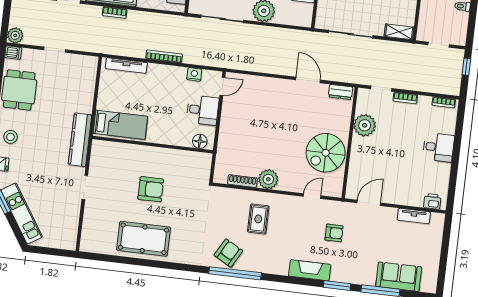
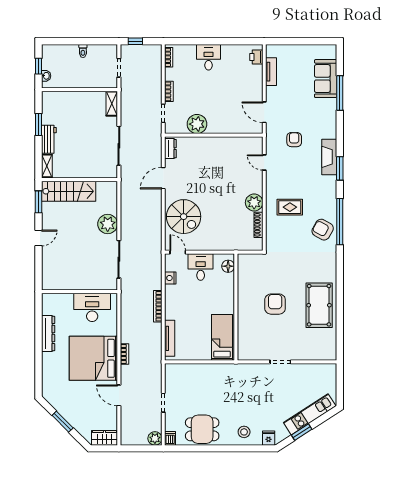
kitchen counter: (80, 140) -> (239, 371), removed
spiral stairs: (326, 153) -> (184, 217), moved
window: (337, 286) -> (340, 168), moved

